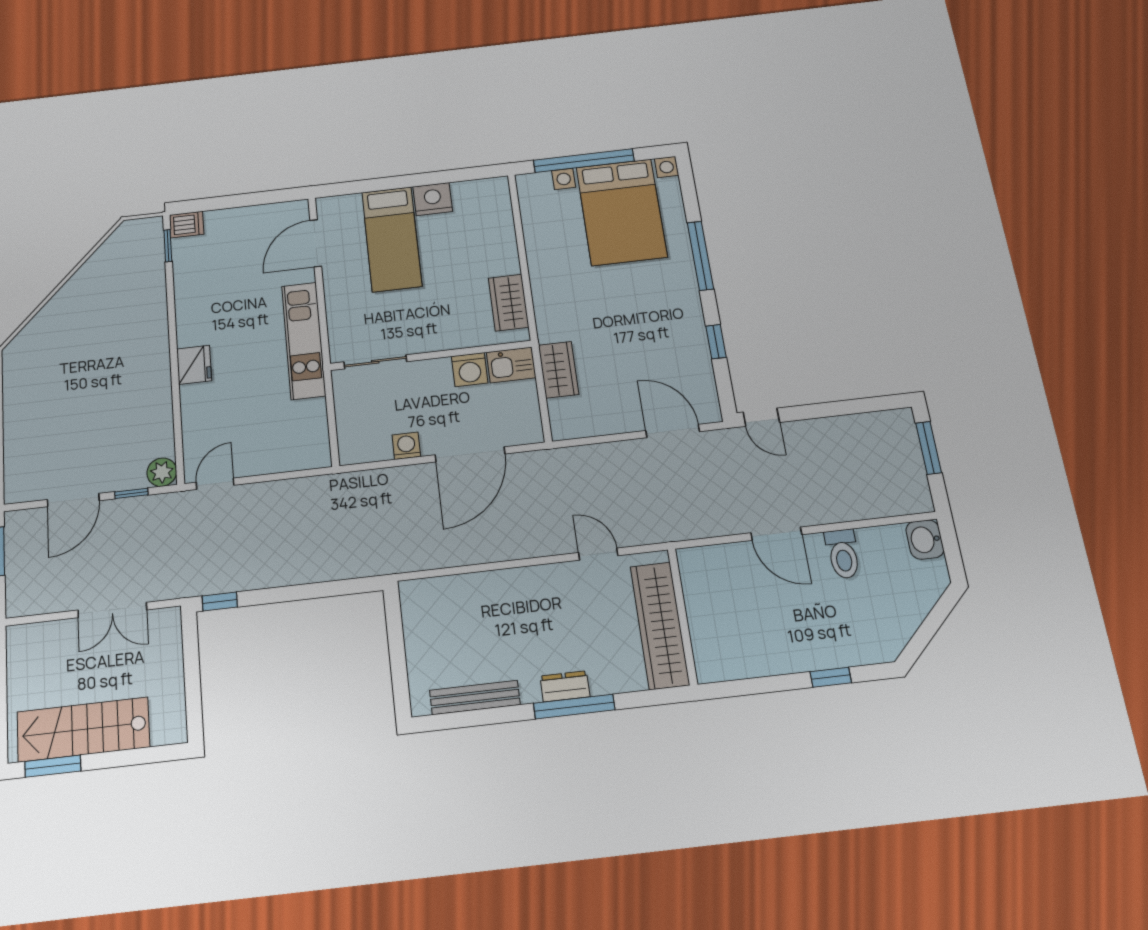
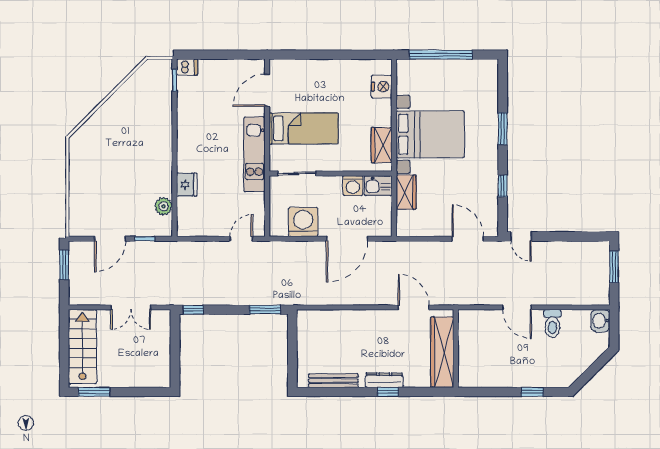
nightstand: (433, 199) -> (382, 87), moved, turned 90
bed with nightstands: (622, 212) -> (430, 134), moved, turned -90
bed: (392, 239) -> (304, 128), moved, turned -90
window: (700, 256) -> (503, 129), width x0.69
fridge: (194, 365) -> (187, 185), moved
washing machine: (406, 446) -> (303, 222), width x1.89, depth x1.89
plant: (162, 472) -> (164, 206), moved
door: (215, 484) -> (241, 239), moved
door: (598, 554) -> (414, 307), width x1.38
window: (343, 587) -> (265, 310), added
dresser: (565, 686) -> (384, 380), width x1.44
window: (574, 707) -> (388, 392), width x0.46
stairs: (83, 730) -> (83, 347), moved, turned 90

